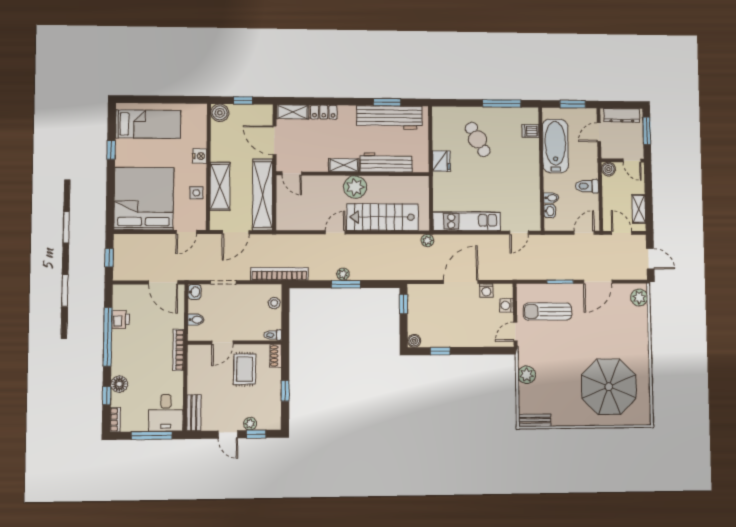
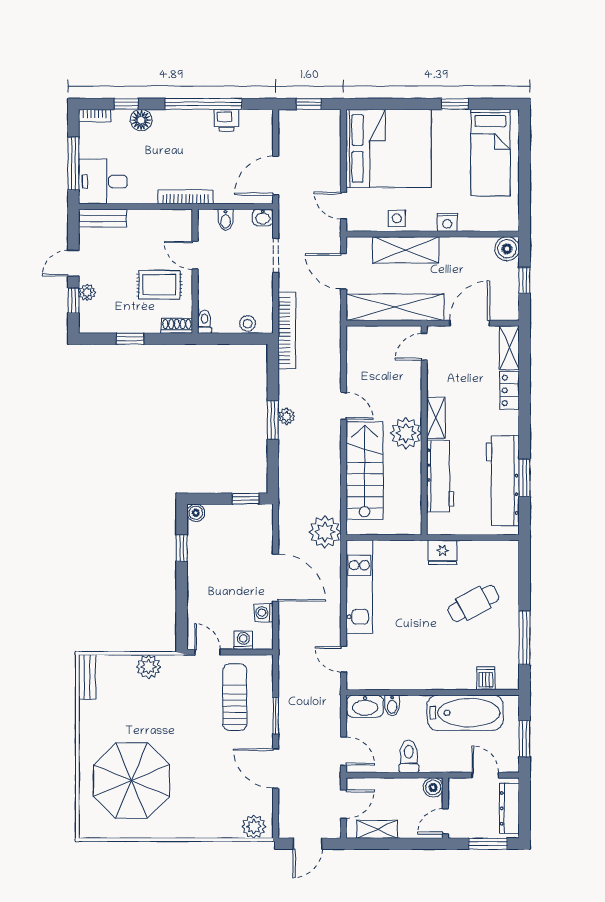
washbasin: (549, 211) -> (365, 706), width x1.91, depth x1.45
plant: (427, 241) -> (325, 532), width x1.88, depth x1.88

